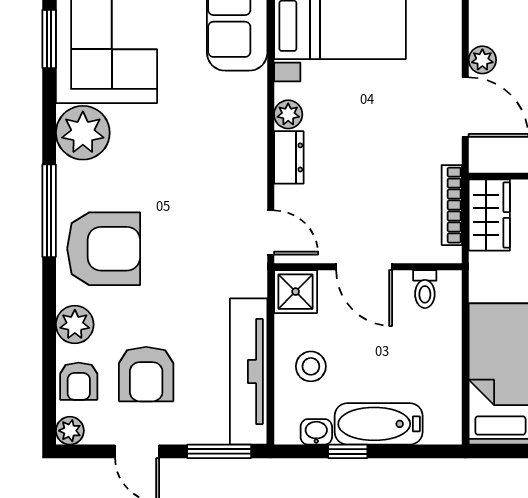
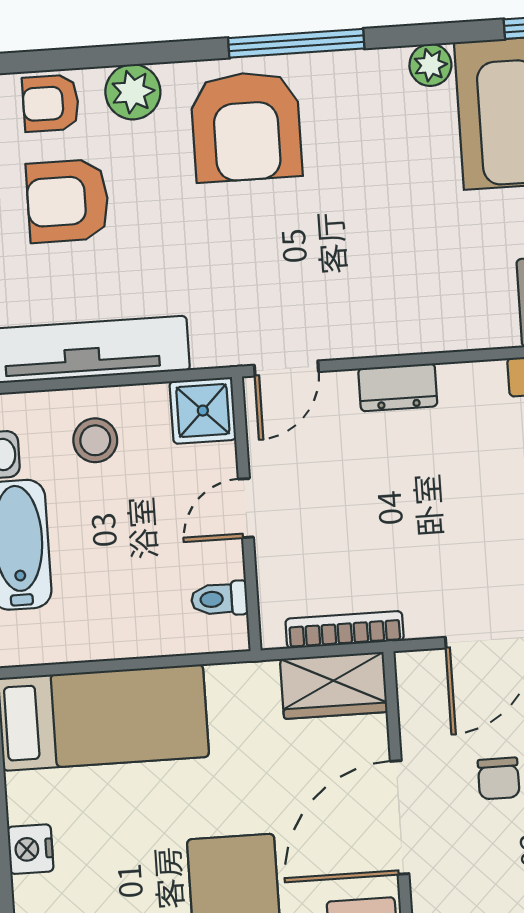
plant: (288, 114) -> (461, 382), removed
plant: (83, 133) -> (430, 65), width x0.53, depth x0.53
door: (364, 267) -> (246, 508), width x0.73

